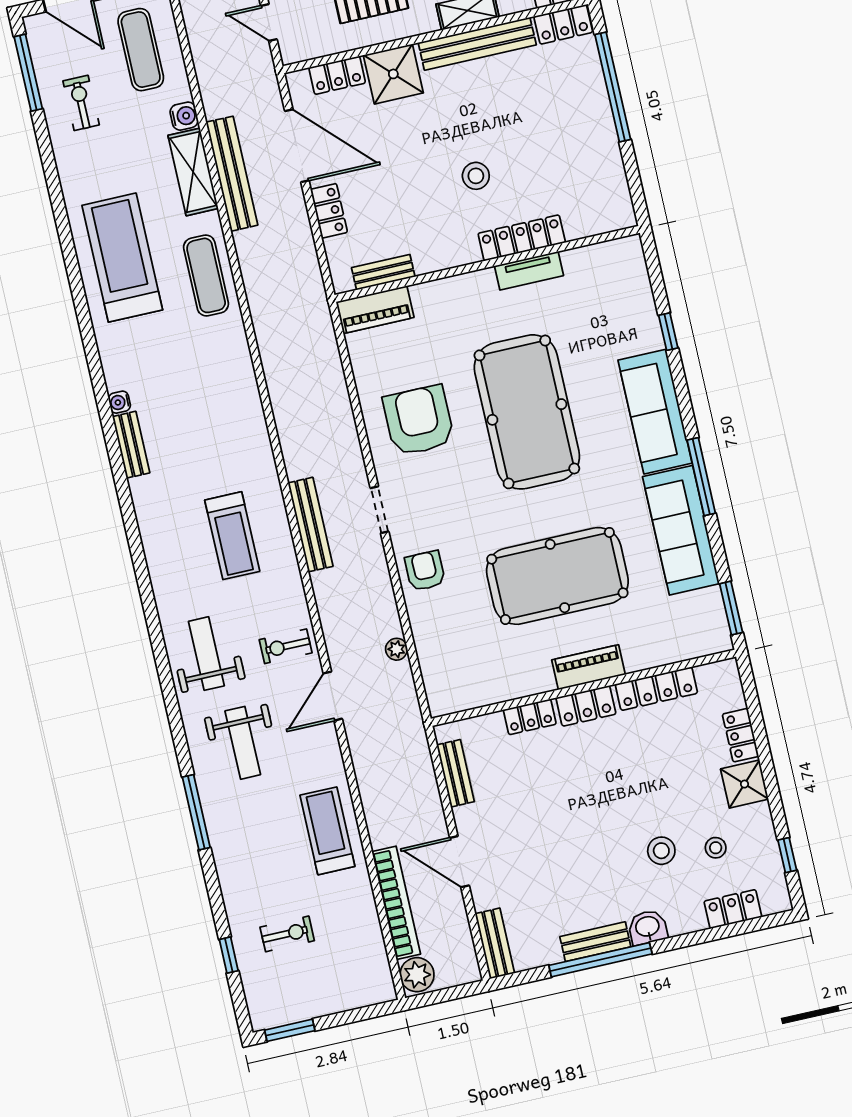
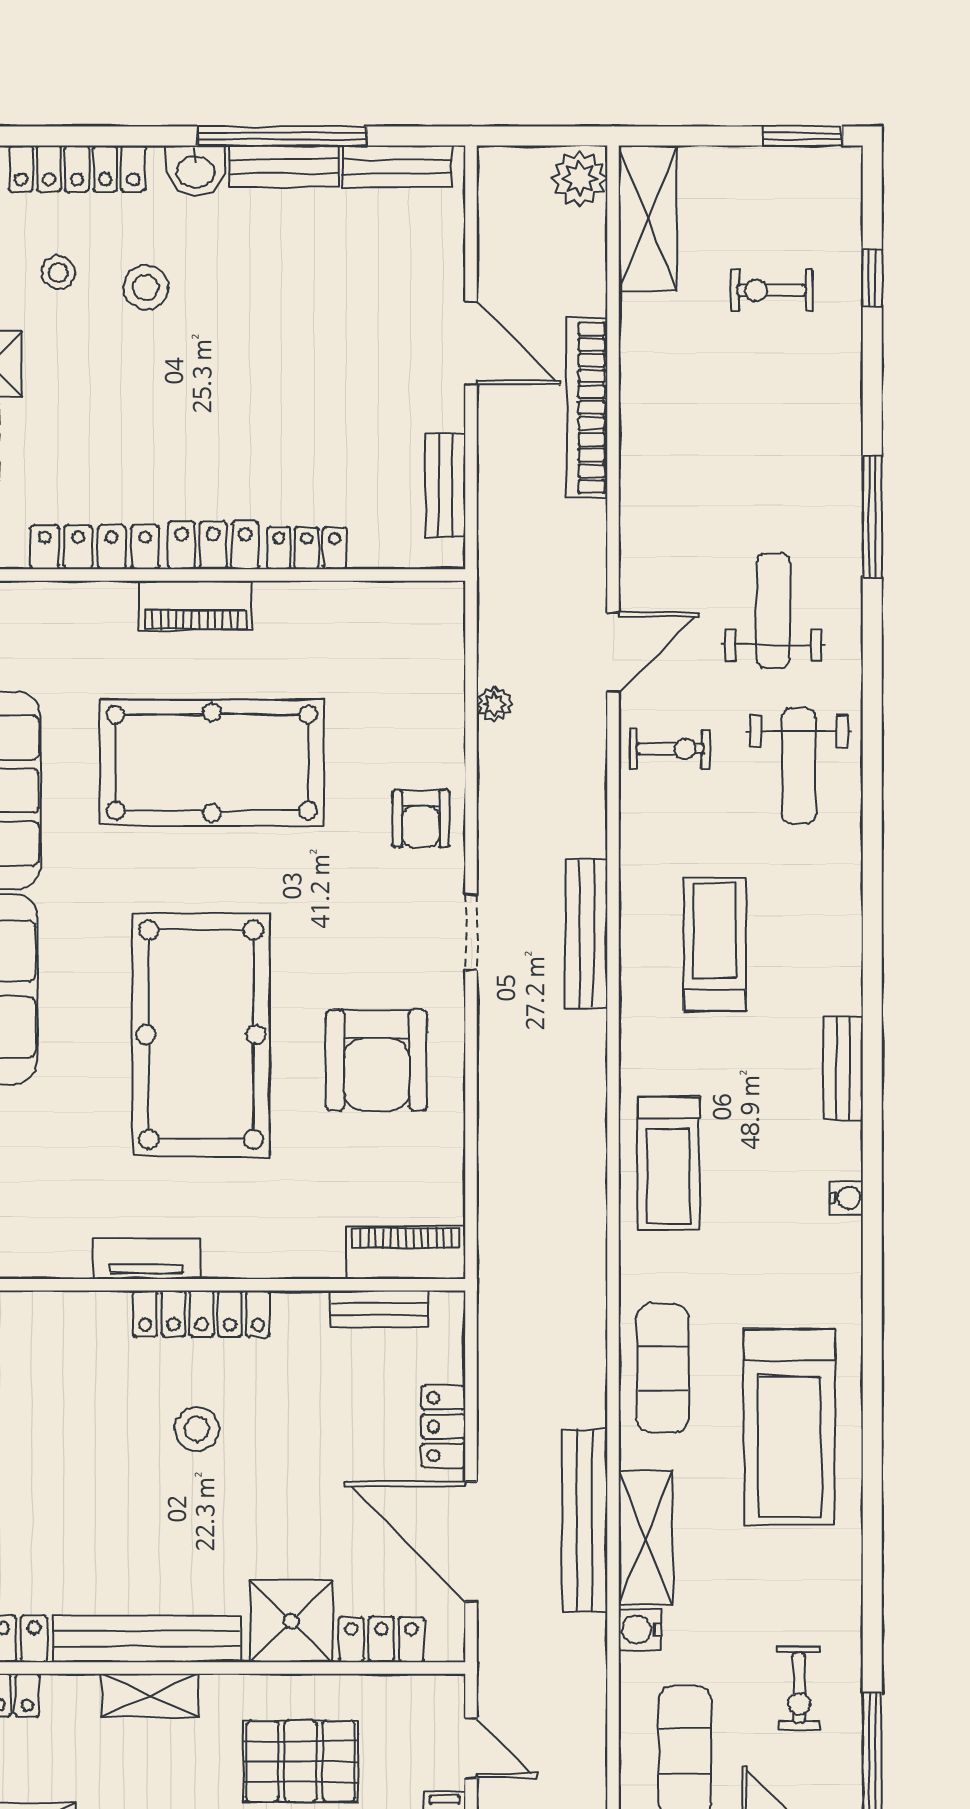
locker: (522, 238) -> (202, 1314), moved
bench: (131, 445) -> (843, 1069), moved
treadmill: (327, 831) -> (668, 1163), moved
bookcase: (396, 903) -> (587, 408), moved
locker: (733, 909) -> (77, 169), width x1.53
bench: (495, 943) -> (397, 166), moved, turned 90
shelving: (371, 960) -> (648, 218), added

